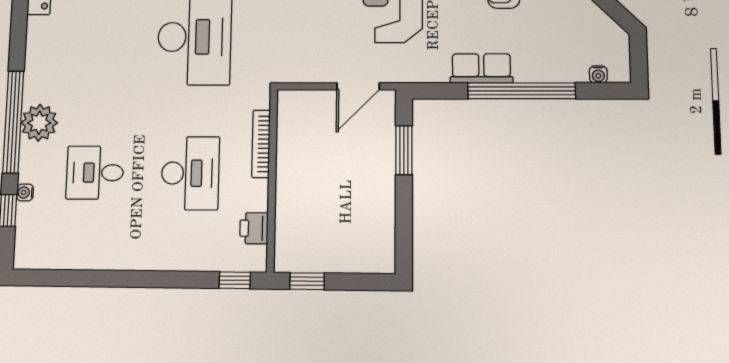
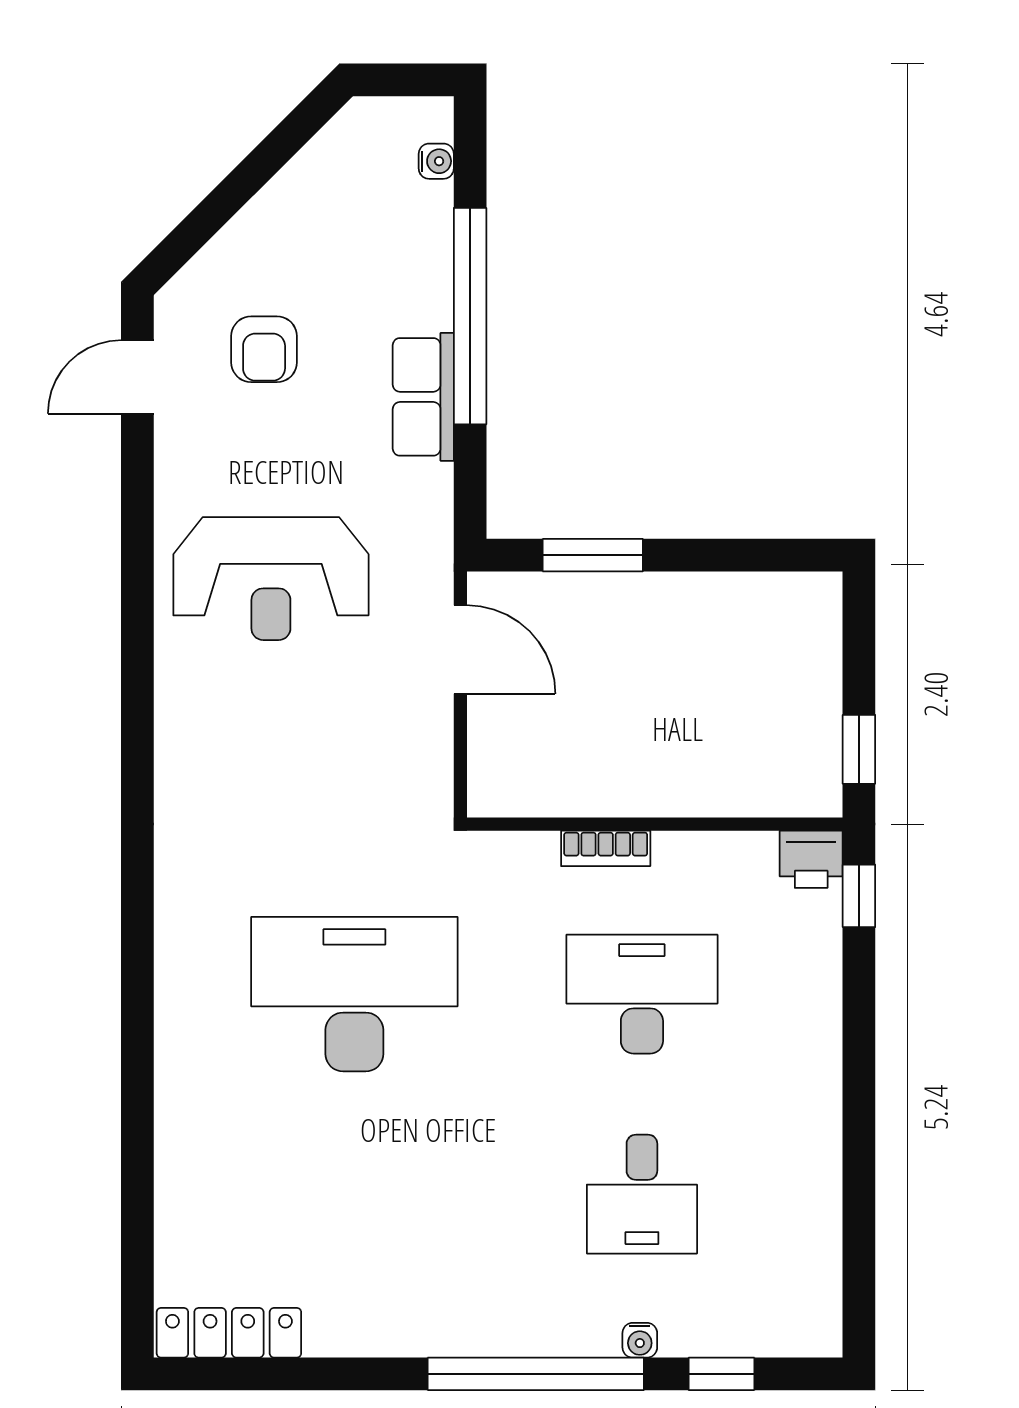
plant: (39, 123) -> (537, 1318), removed
bookcase: (261, 144) -> (606, 848), width x0.64
water cooler: (25, 192) -> (640, 1340), moved
printer: (254, 228) -> (811, 859), moved

